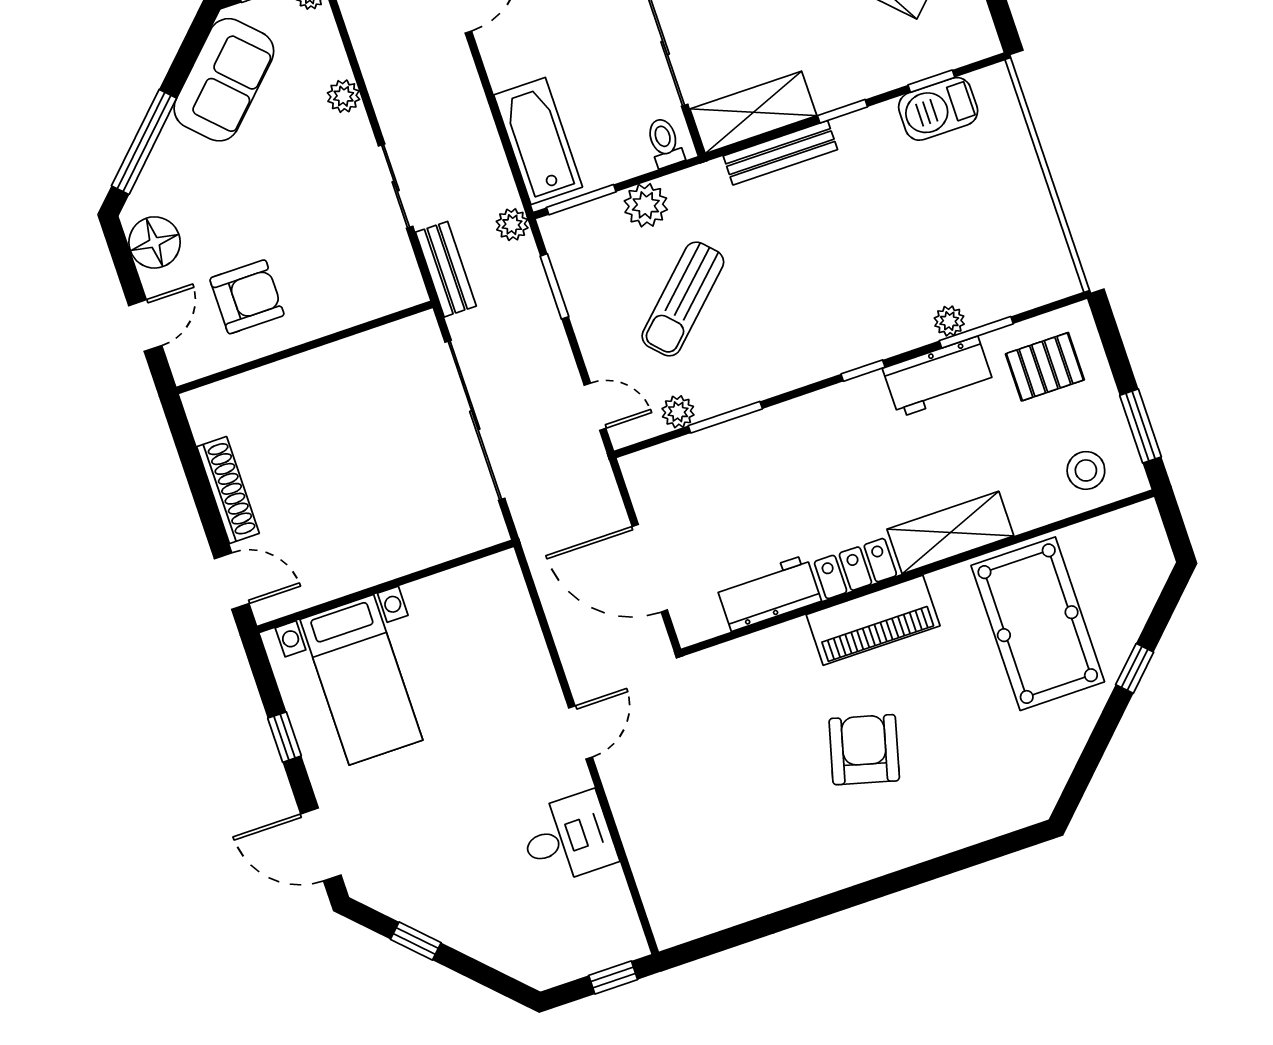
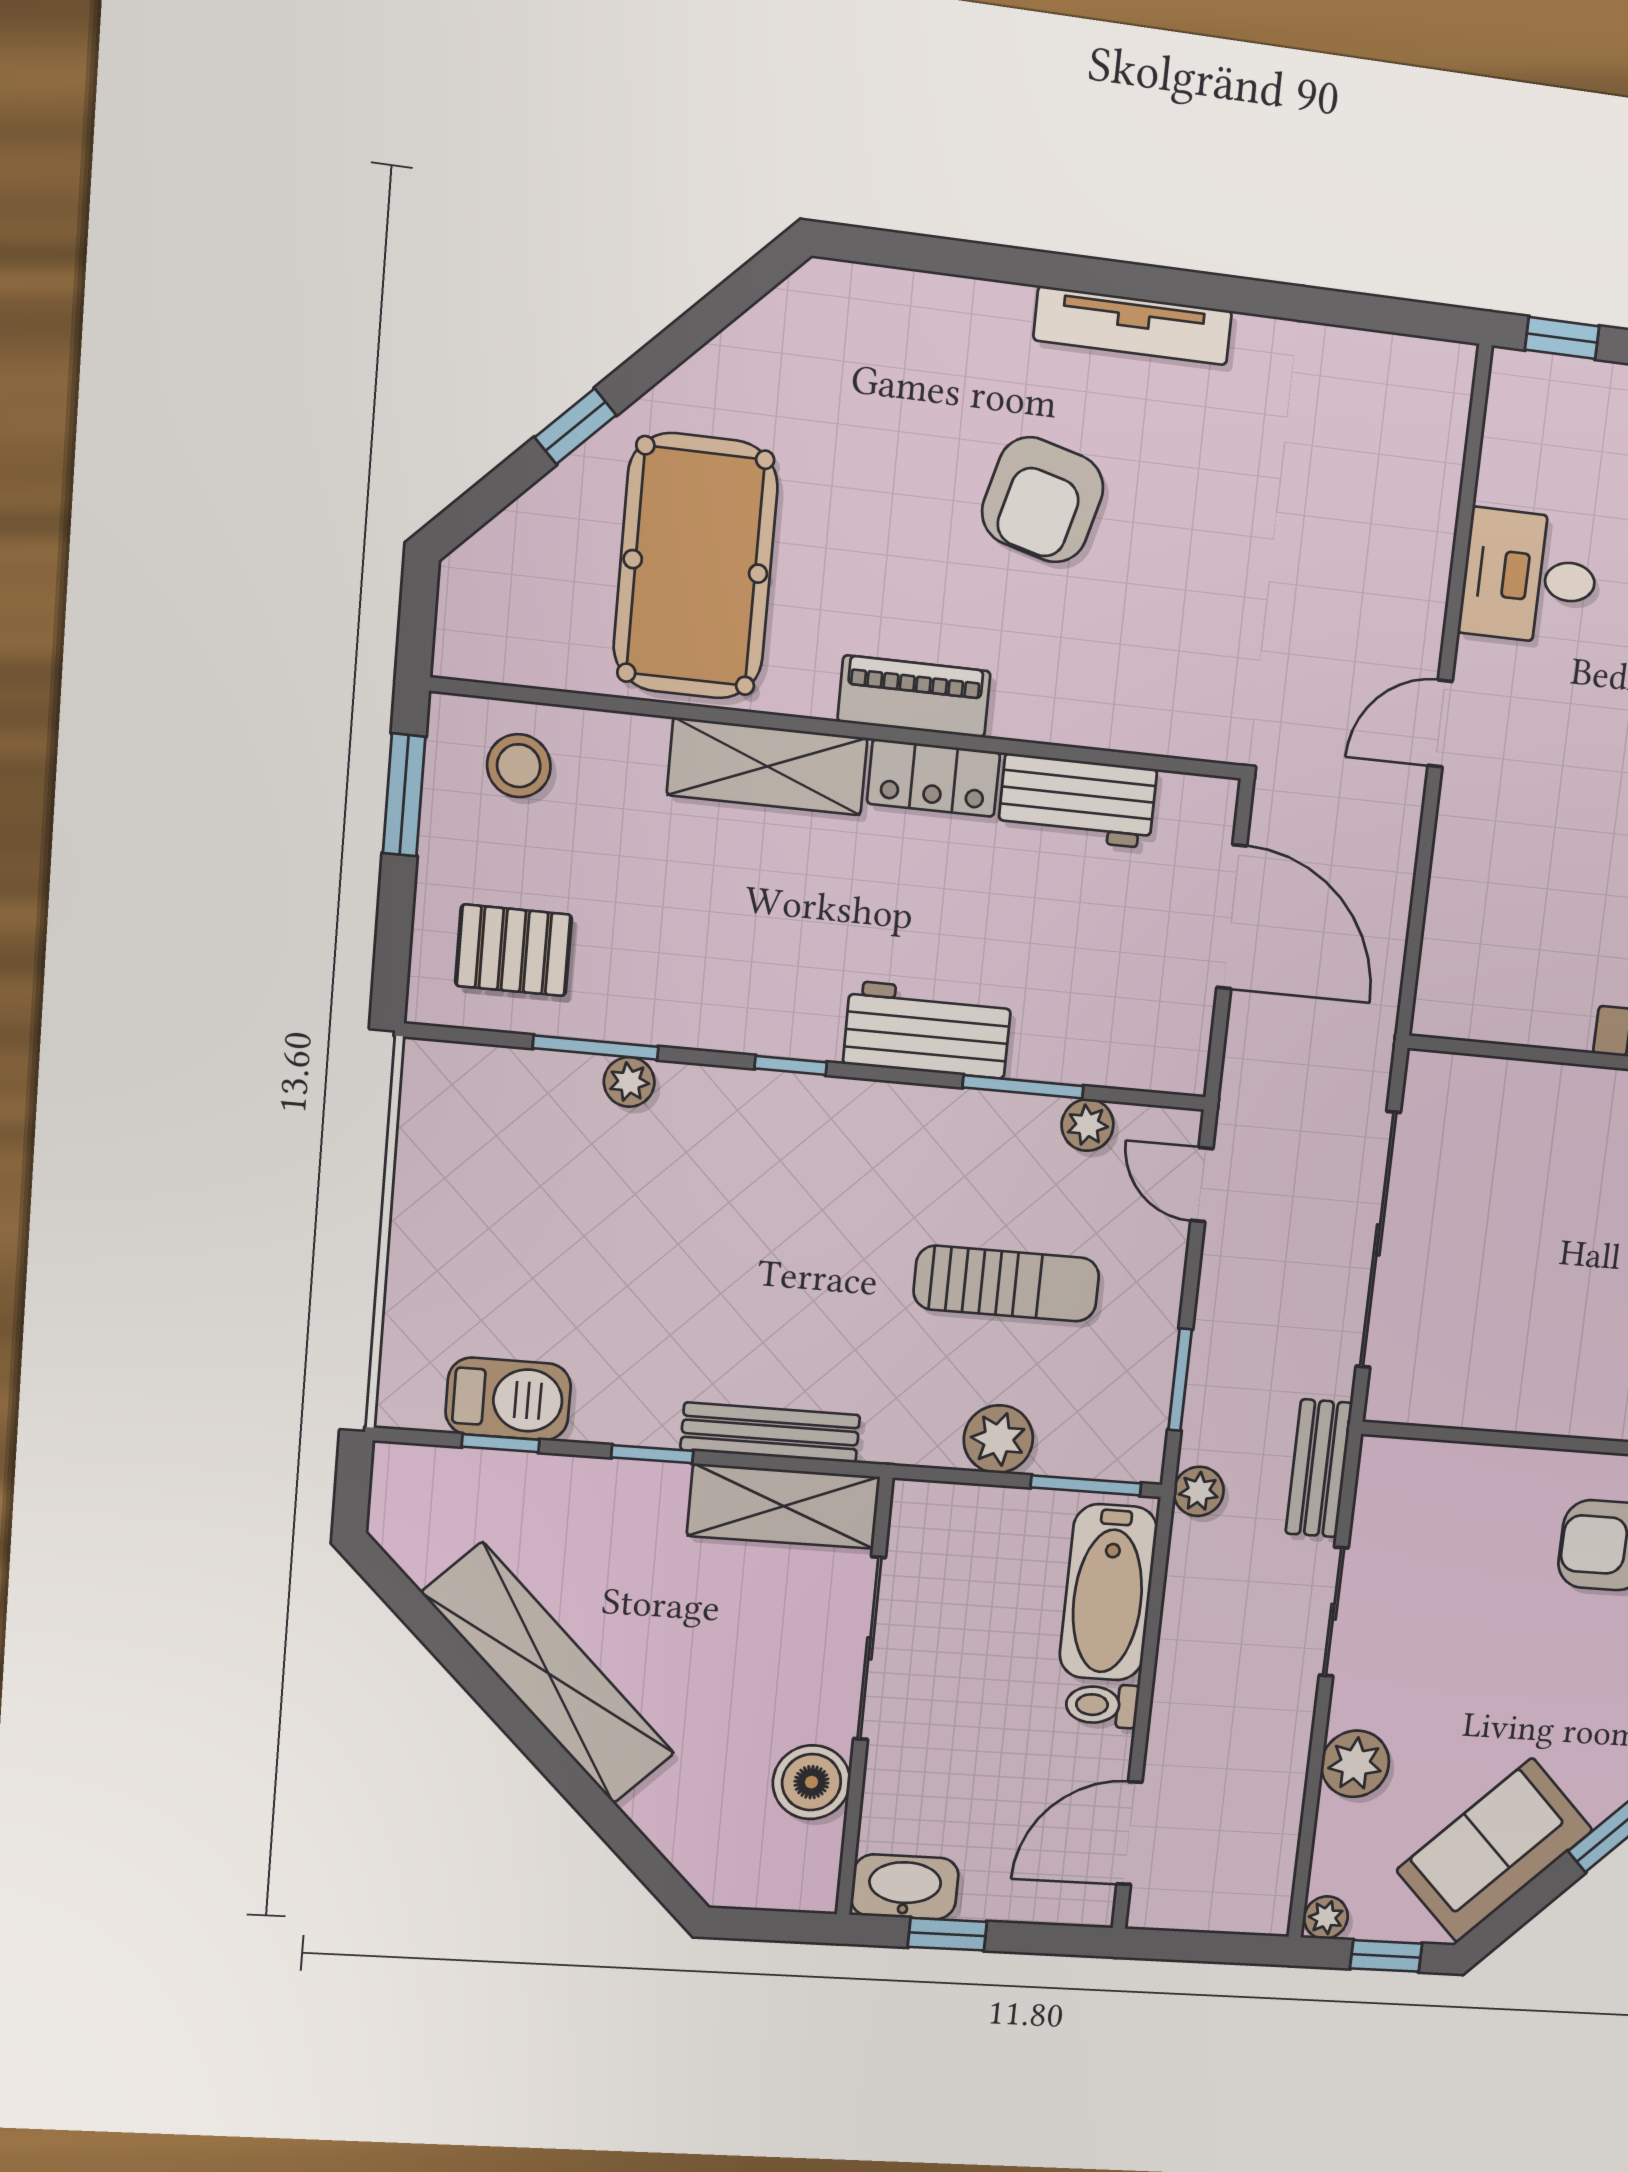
plant: (344, 96) -> (1355, 1764), width x1.38, depth x1.38
toilet: (665, 143) -> (1102, 1705), moved, turned 90
sun lounger: (683, 299) -> (1006, 1284), turned 44
workbench: (938, 377) -> (928, 1030), moved
piano: (873, 620) -> (914, 696), width x0.73, depth x0.75
tv unit: (858, 867) -> (1133, 326), added

